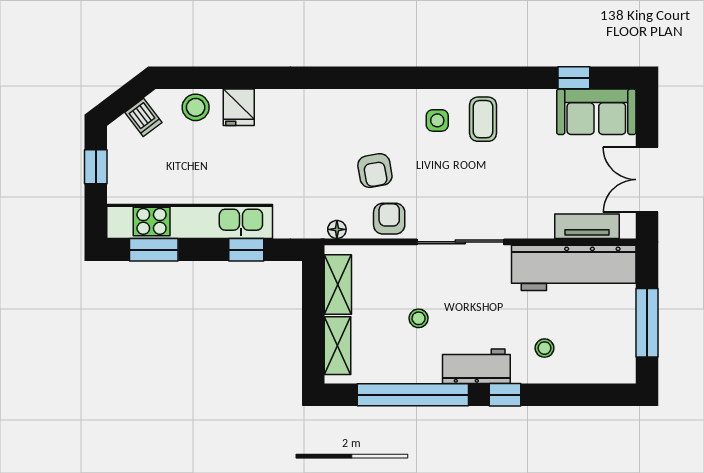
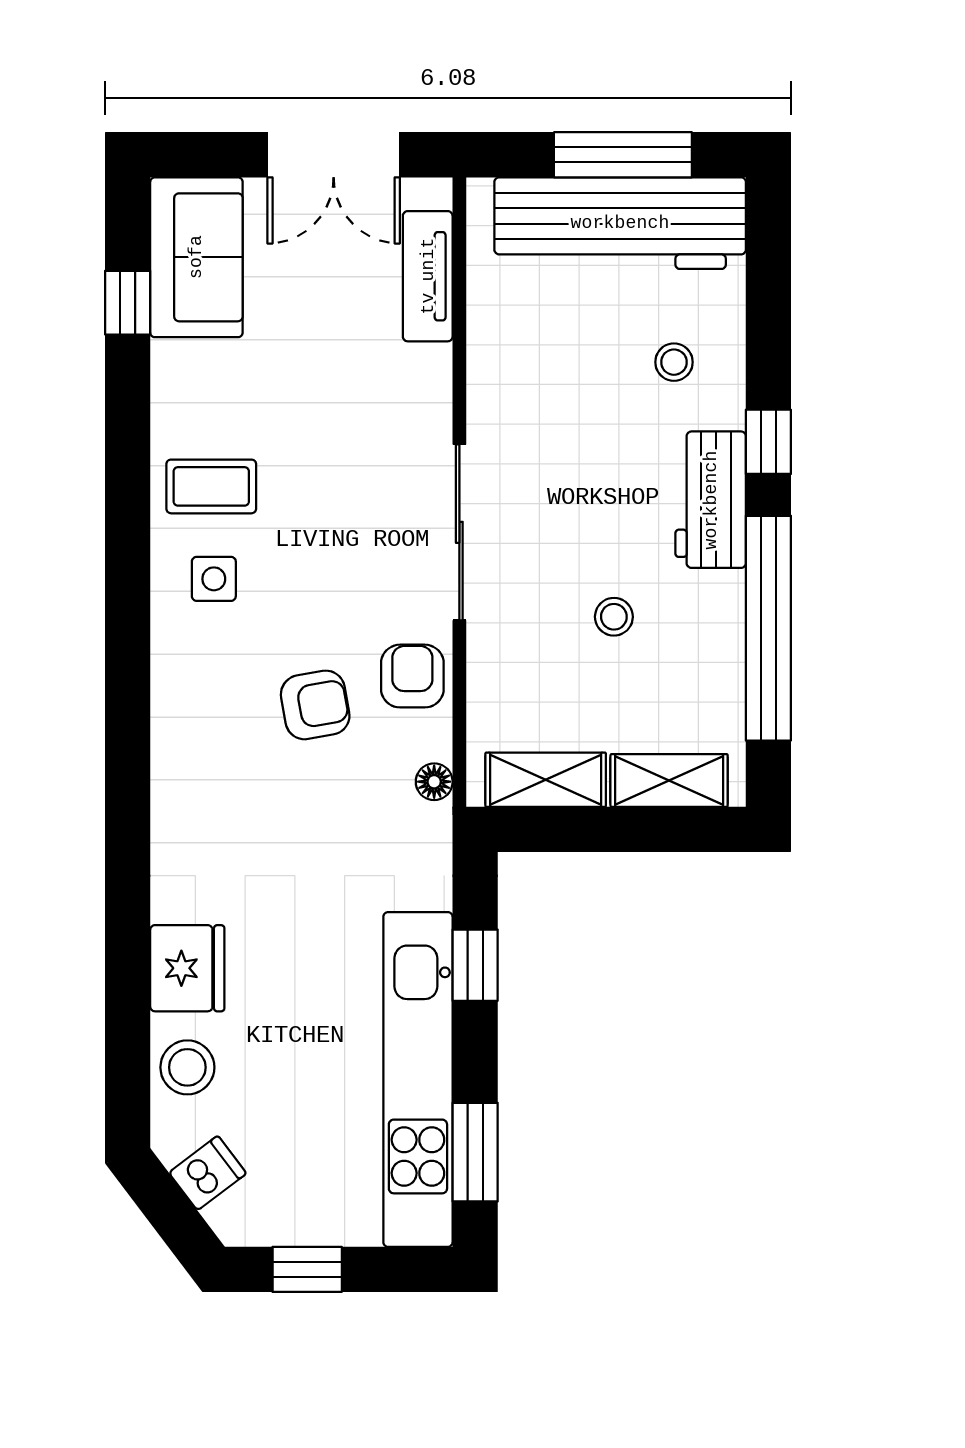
fridge: (239, 107) -> (187, 968), width x1.38
armchair: (389, 219) -> (412, 676), turned 90
workbench: (574, 268) -> (620, 223), moved, turned 90

